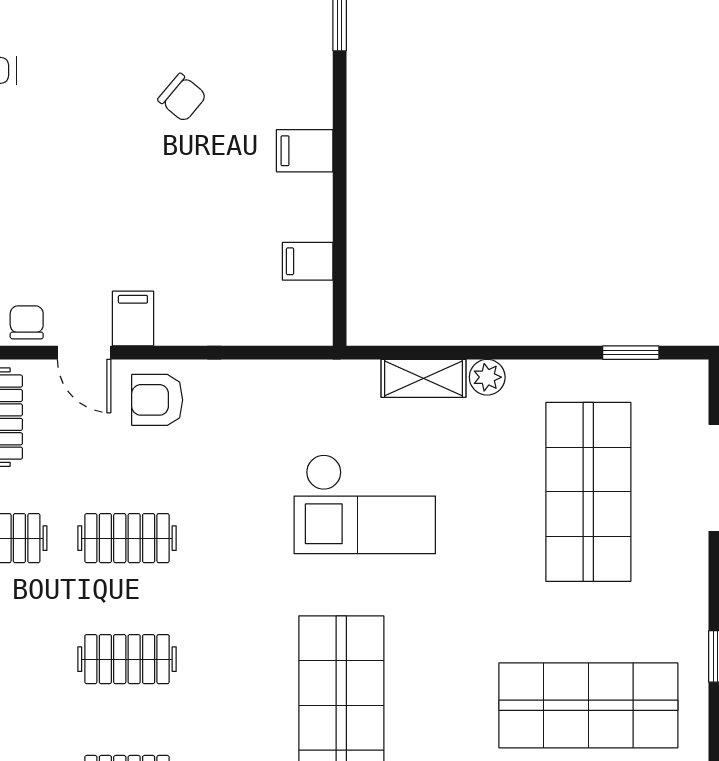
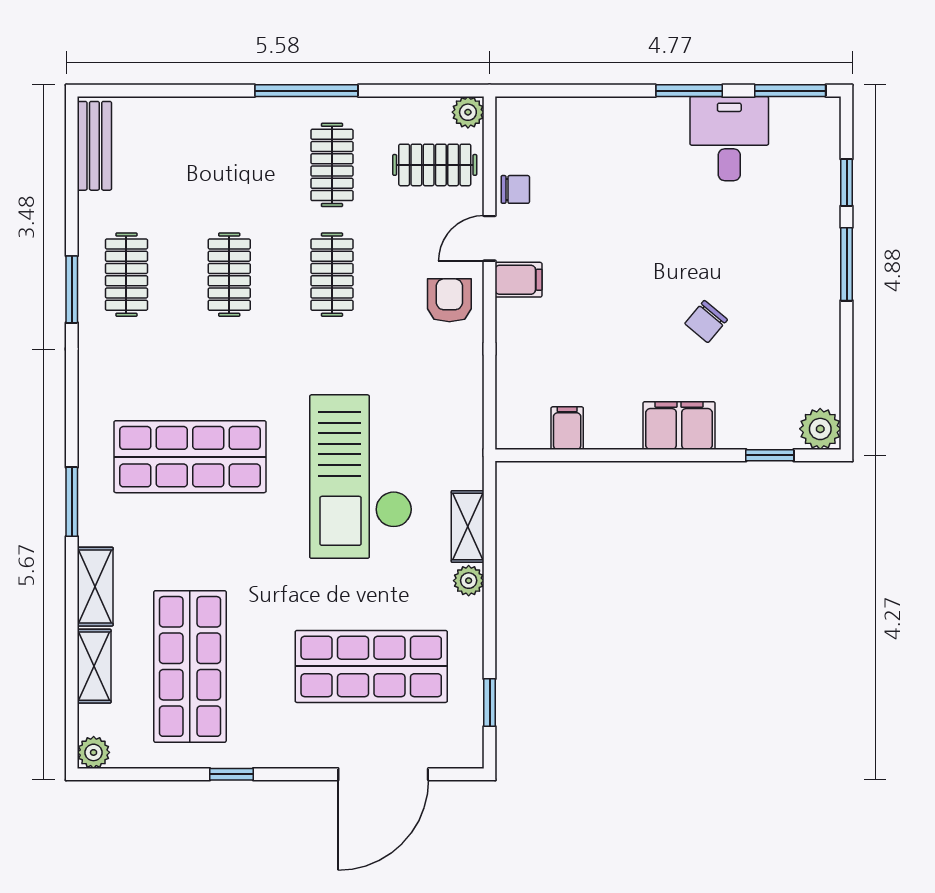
filing cabinet: (305, 151) -> (679, 426), width x2.00
checkout: (365, 504) -> (361, 477), width x1.36, depth x1.21

